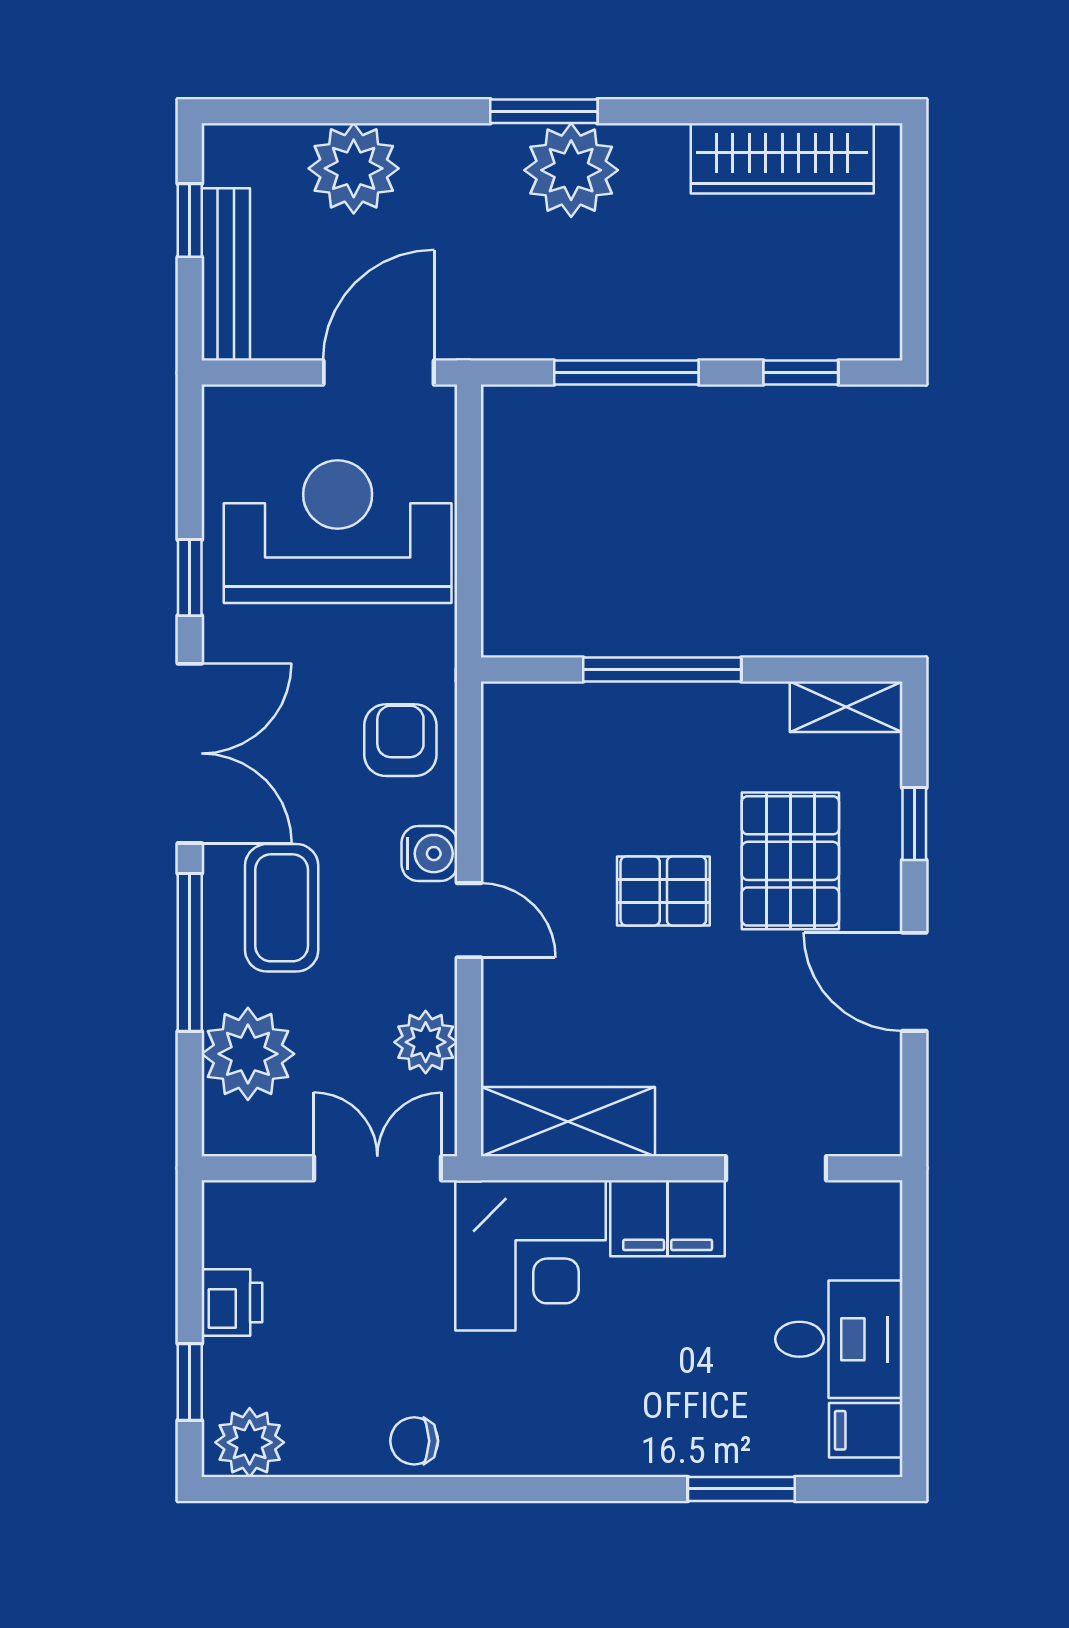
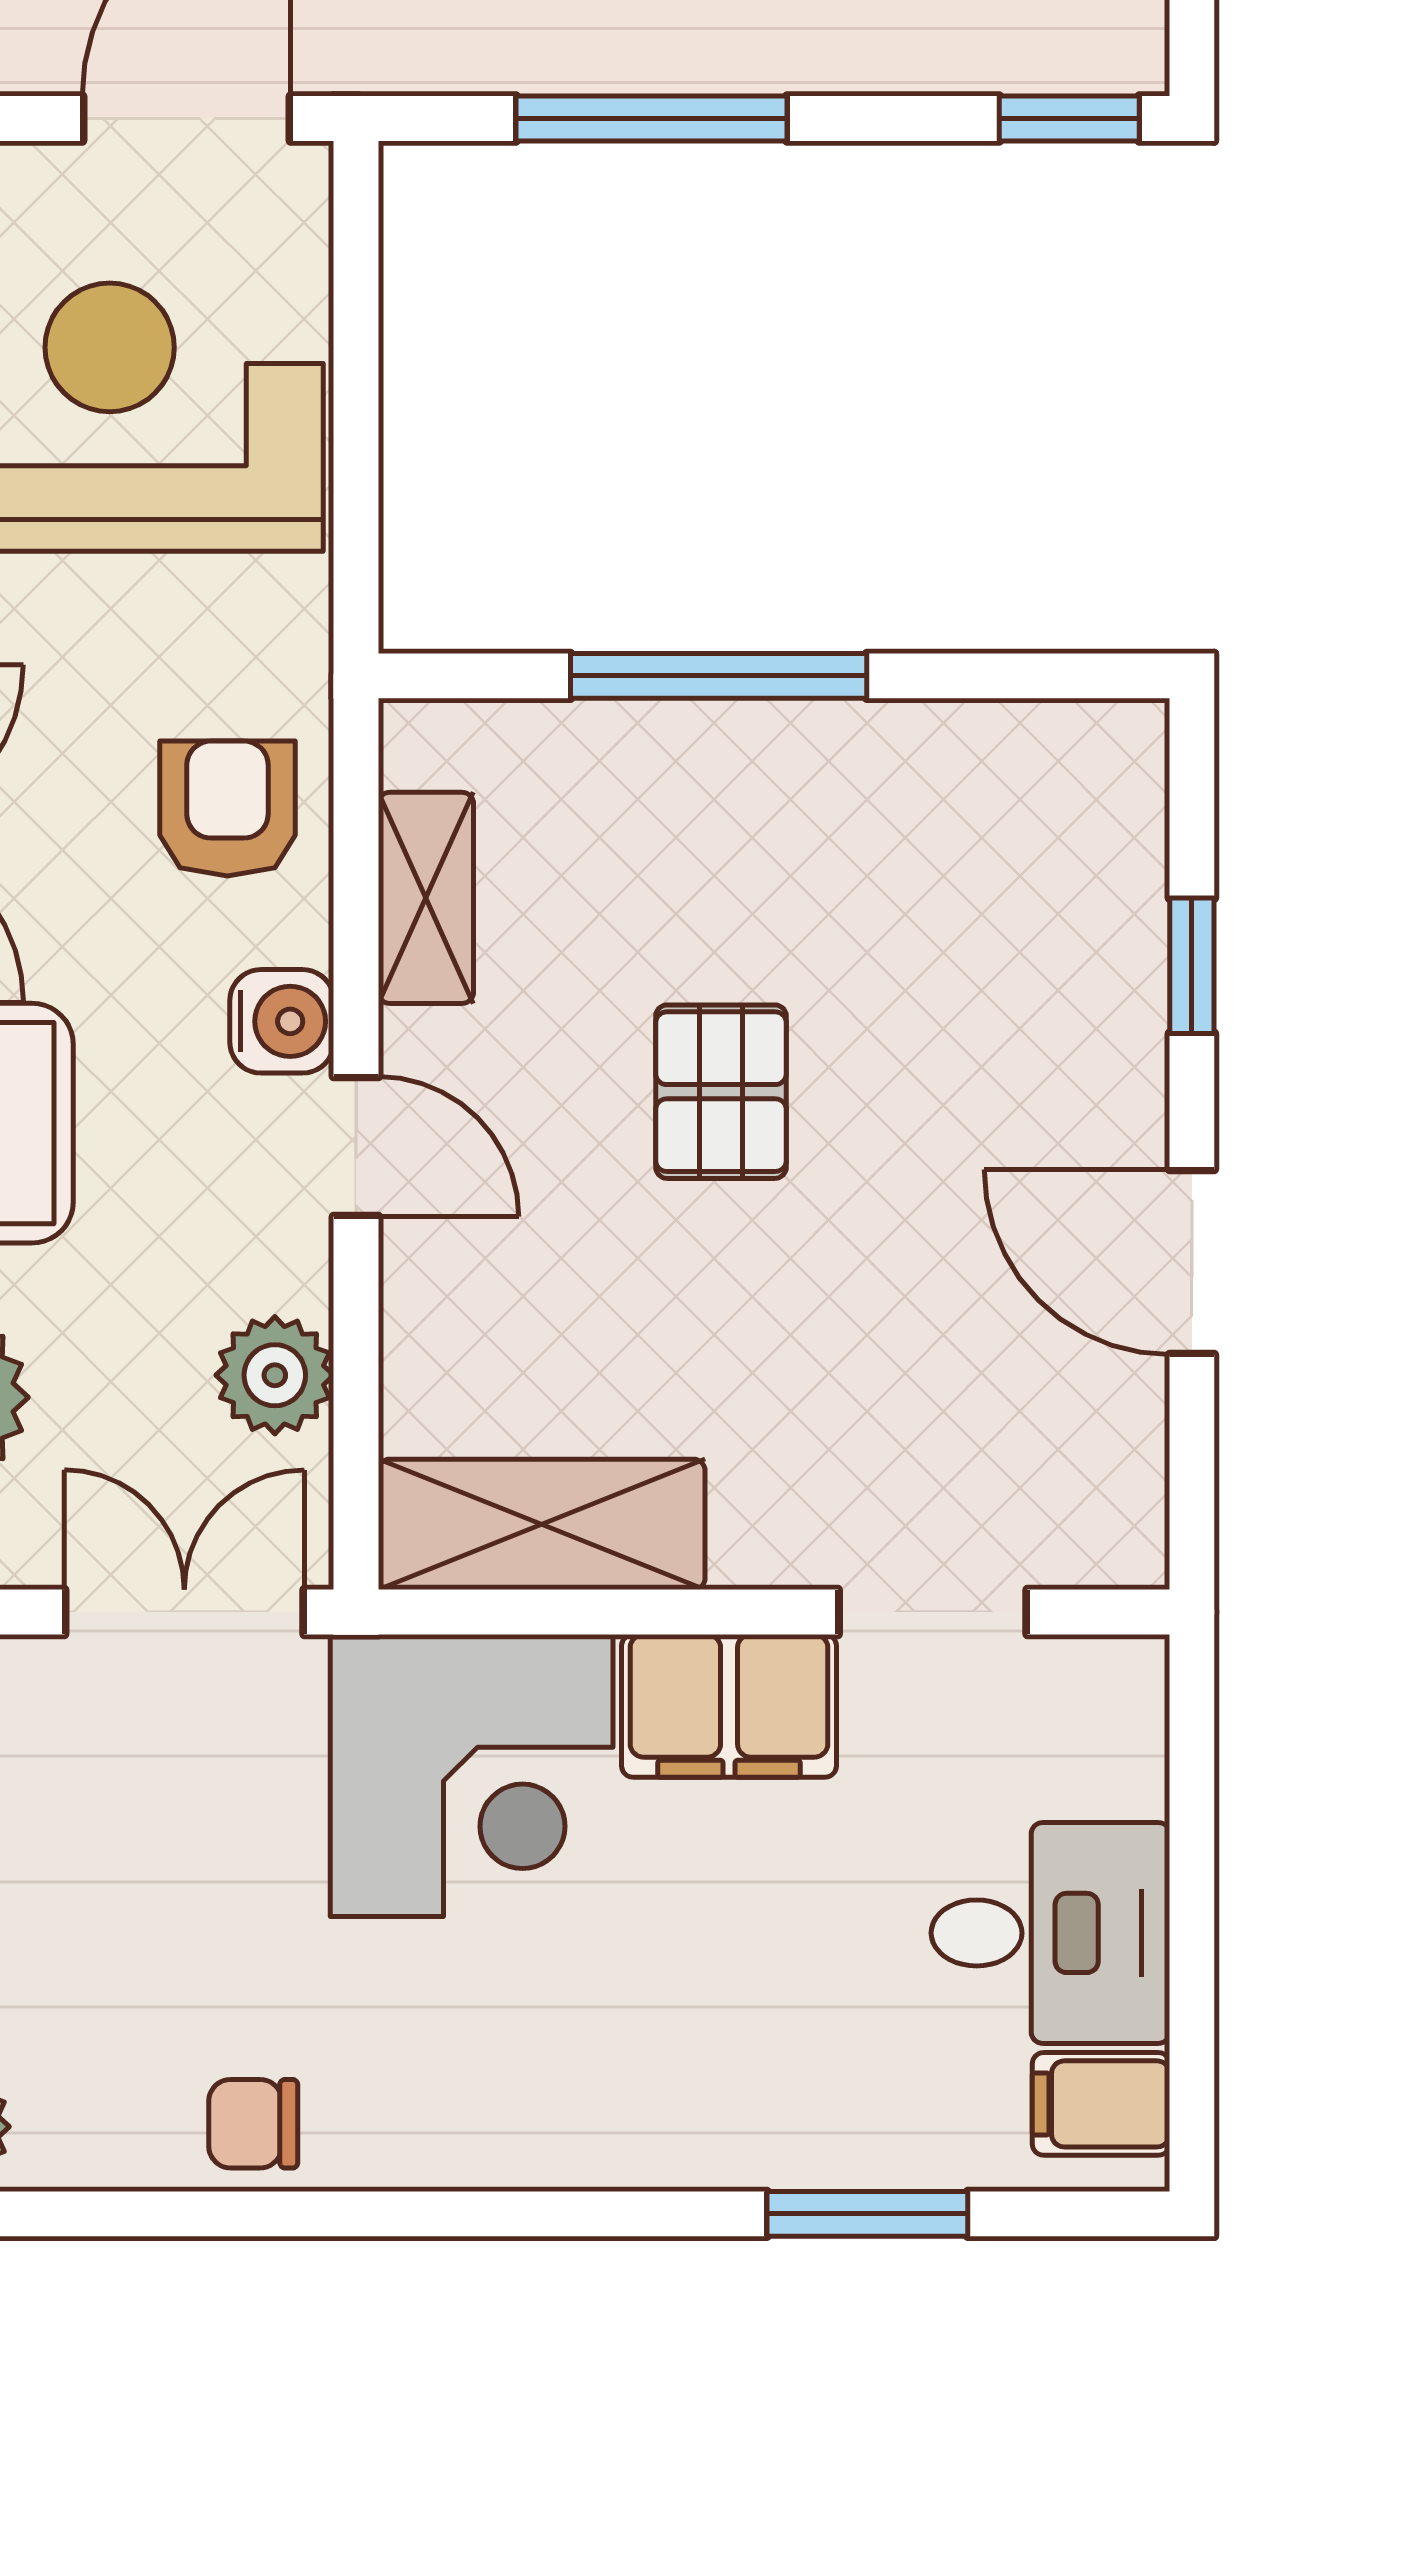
window: (801, 373) -> (1069, 119), moved
shelving: (846, 707) -> (426, 898), moved, turned 90
pallet: (790, 861) -> (959, 1035), removed
pallet: (663, 891) -> (721, 1092), turned 90

